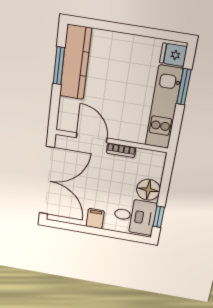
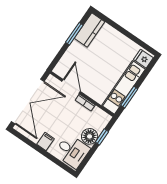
kitchen counter: (75, 62) -> (90, 30), width x0.67
window: (184, 87) -> (129, 97), moved
window: (159, 217) -> (102, 137), moved

